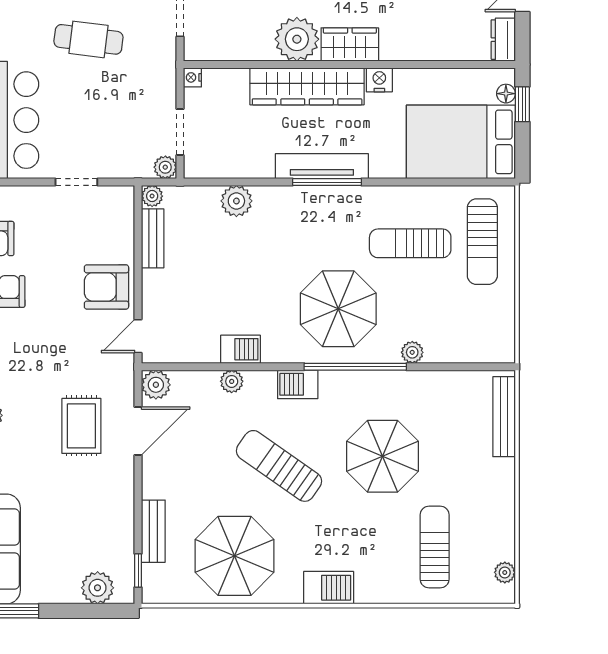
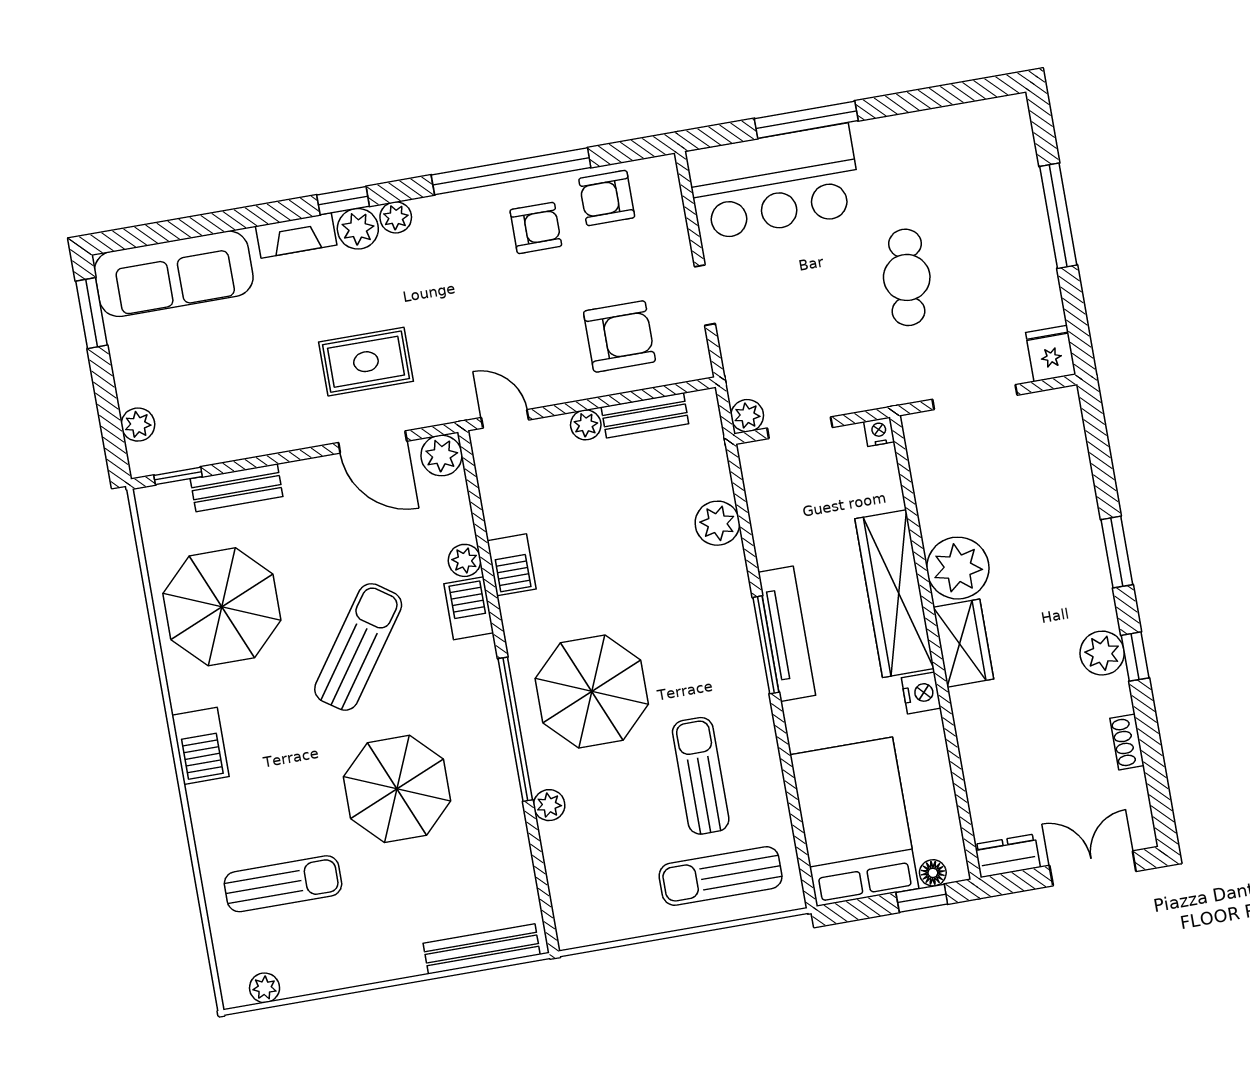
plant: (152, 196) -> (586, 425), moved
armchair: (106, 287) -> (619, 336), moved, turned 90
barbecue: (298, 384) -> (469, 608), moved
plant: (98, 588) -> (138, 425), width x0.73, depth x0.73

